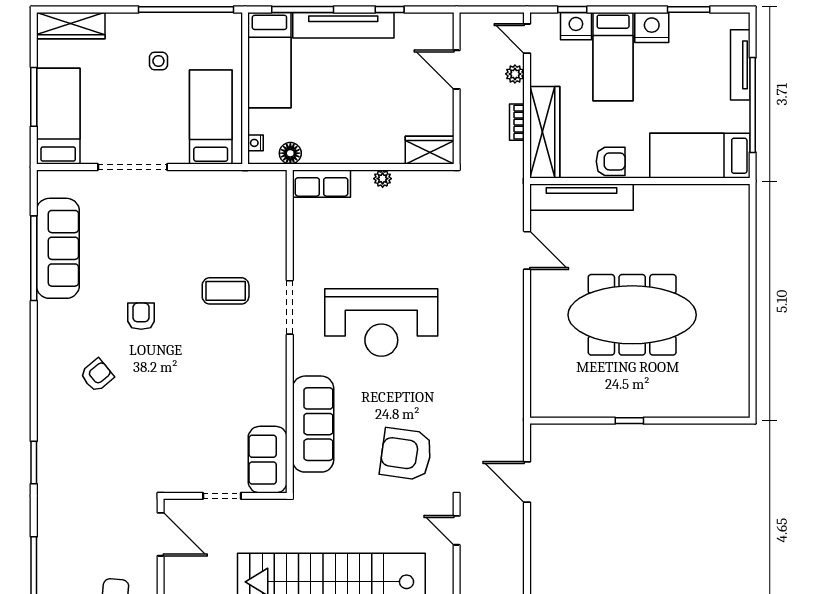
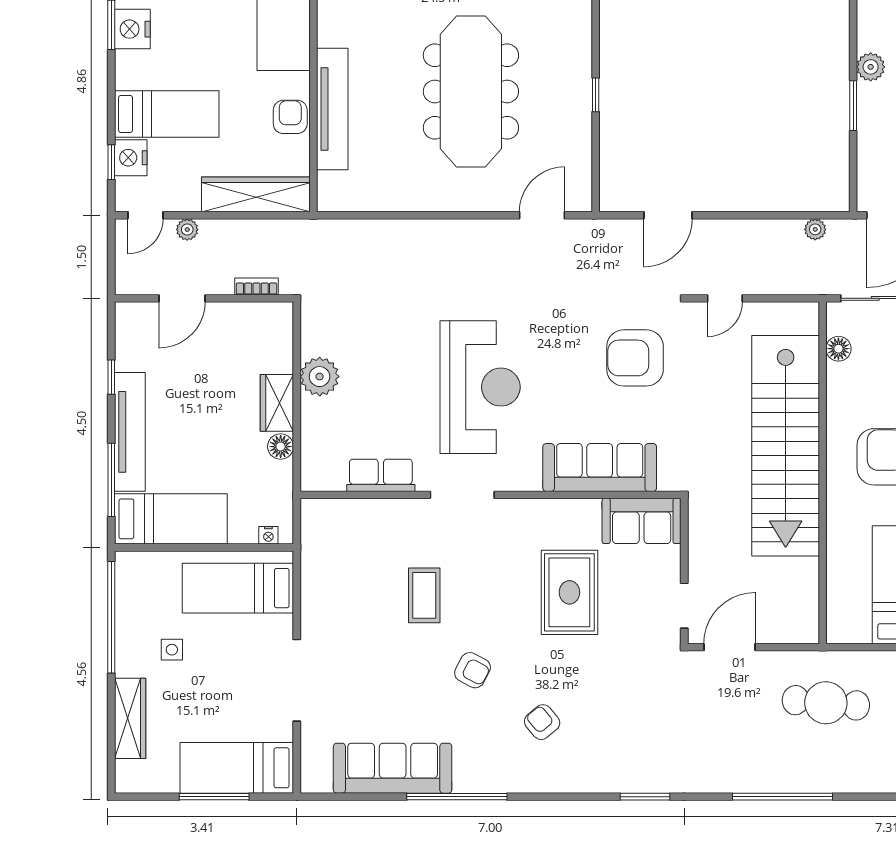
wardrobe: (71, 26) -> (130, 718), moved
nightstand: (652, 27) -> (132, 29), moved
bookcase: (517, 122) -> (257, 286), moved, turned 180
wardrobe: (430, 150) -> (277, 403), moved
floor lamp: (290, 153) -> (281, 447), moved
plant: (383, 179) -> (320, 377), width x1.88, depth x1.88
row of seats: (321, 184) -> (381, 475), moved, turned -90
tv unit: (582, 197) -> (332, 109), moved
door: (527, 250) -> (542, 215), moved
window: (34, 258) -> (457, 797), moved
coffee table: (226, 291) -> (424, 595), moved
armchair: (141, 316) -> (473, 670), turned -152
rug: (207, 398) -> (569, 592), added
armchair: (406, 454) -> (635, 358), turned 82
doorway: (222, 496) -> (684, 606), moved

